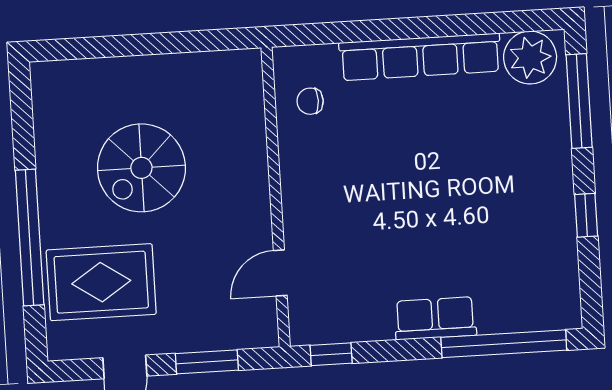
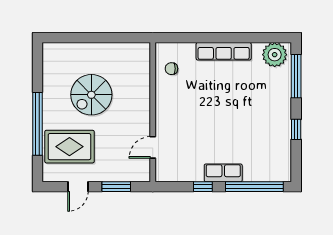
row of seats: (420, 57) -> (224, 51), width x0.73
window: (331, 354) -> (203, 187), moved

